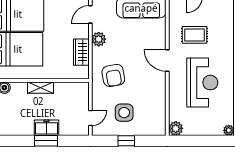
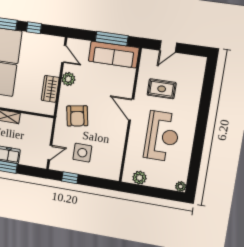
door: (90, 14) -> (64, 54), swing flipped
plant: (176, 128) -> (139, 178), moved
window: (126, 141) -> (70, 178), moved

